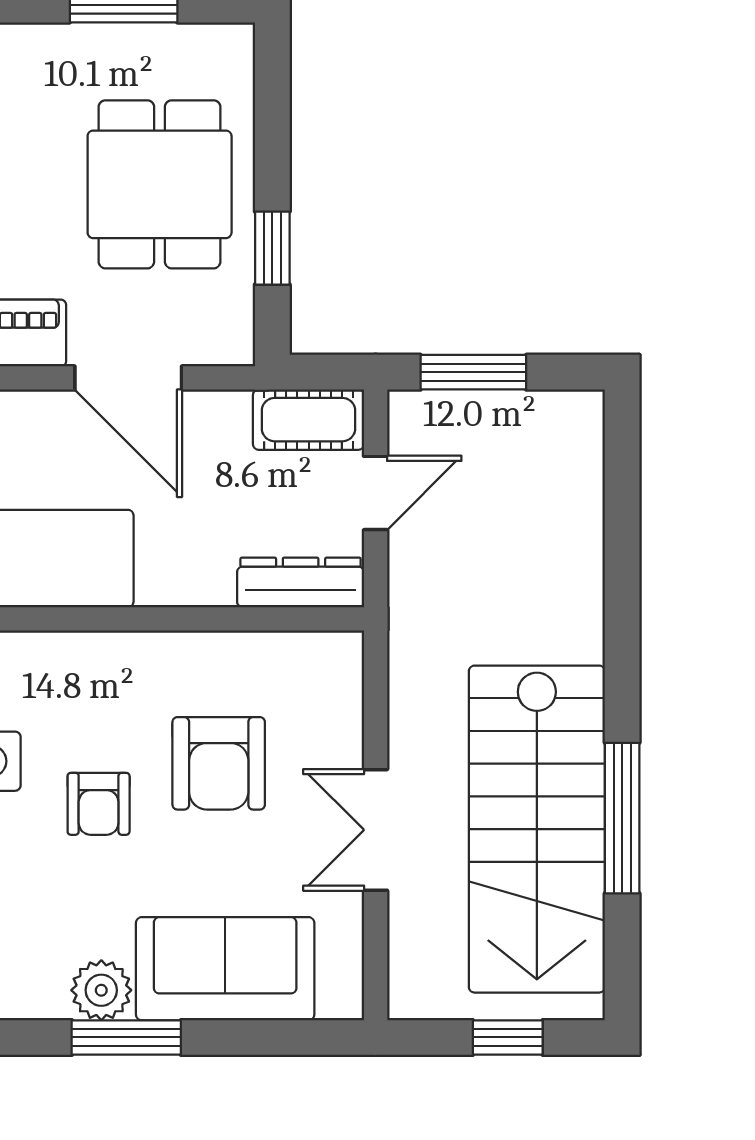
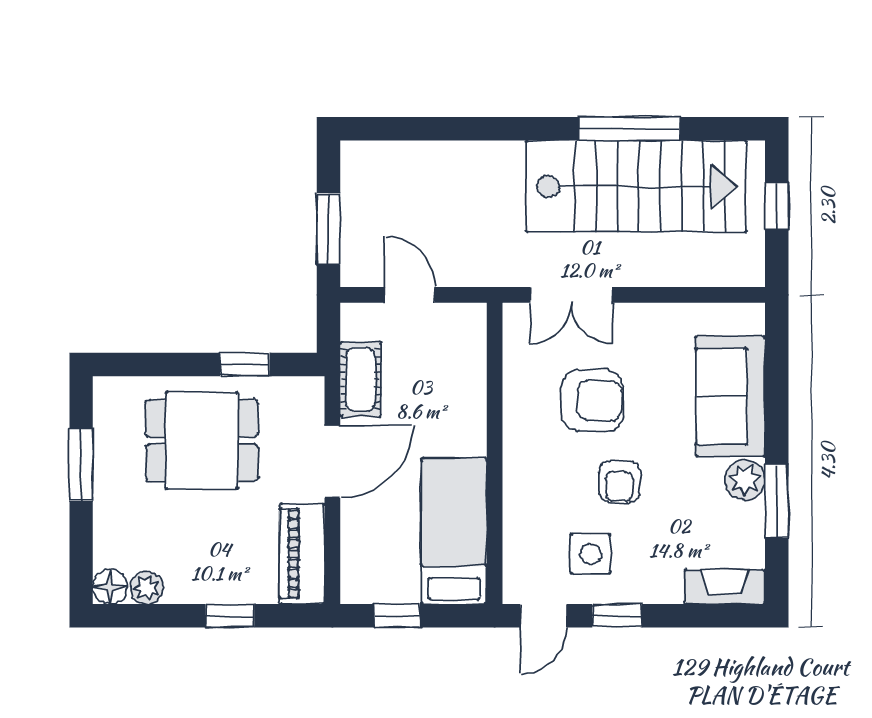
cot: (309, 420) -> (360, 380), moved
dresser: (301, 582) -> (470, 345), removed
armchair: (99, 804) -> (619, 482), turned 90
double door: (376, 830) -> (571, 295), moved
window: (126, 1037) -> (777, 501), moved

